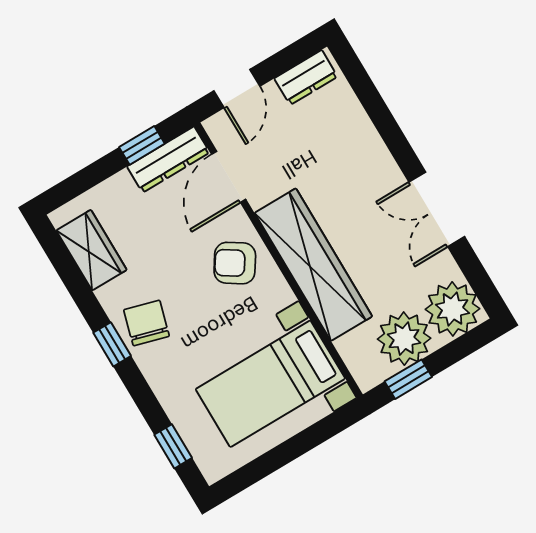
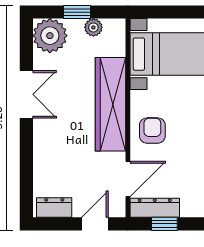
armchair: (235, 263) -> (152, 131), turned -123
plant: (404, 339) -> (93, 27), width x0.53, depth x0.53
window: (408, 379) -> (77, 12), moved

